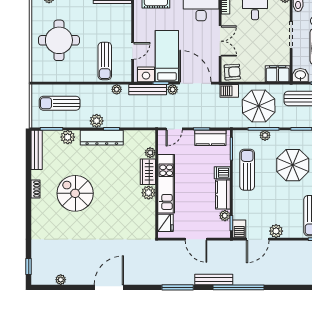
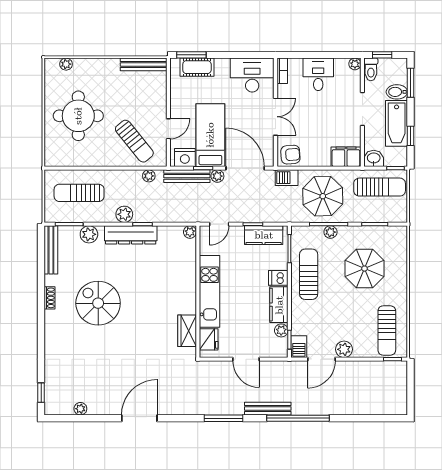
sun lounger: (105, 61) -> (134, 141), turned -39
plant: (150, 153) -> (190, 232), moved
wardrobe: (148, 172) -> (187, 331), moved
plant: (149, 193) -> (188, 302), removed

